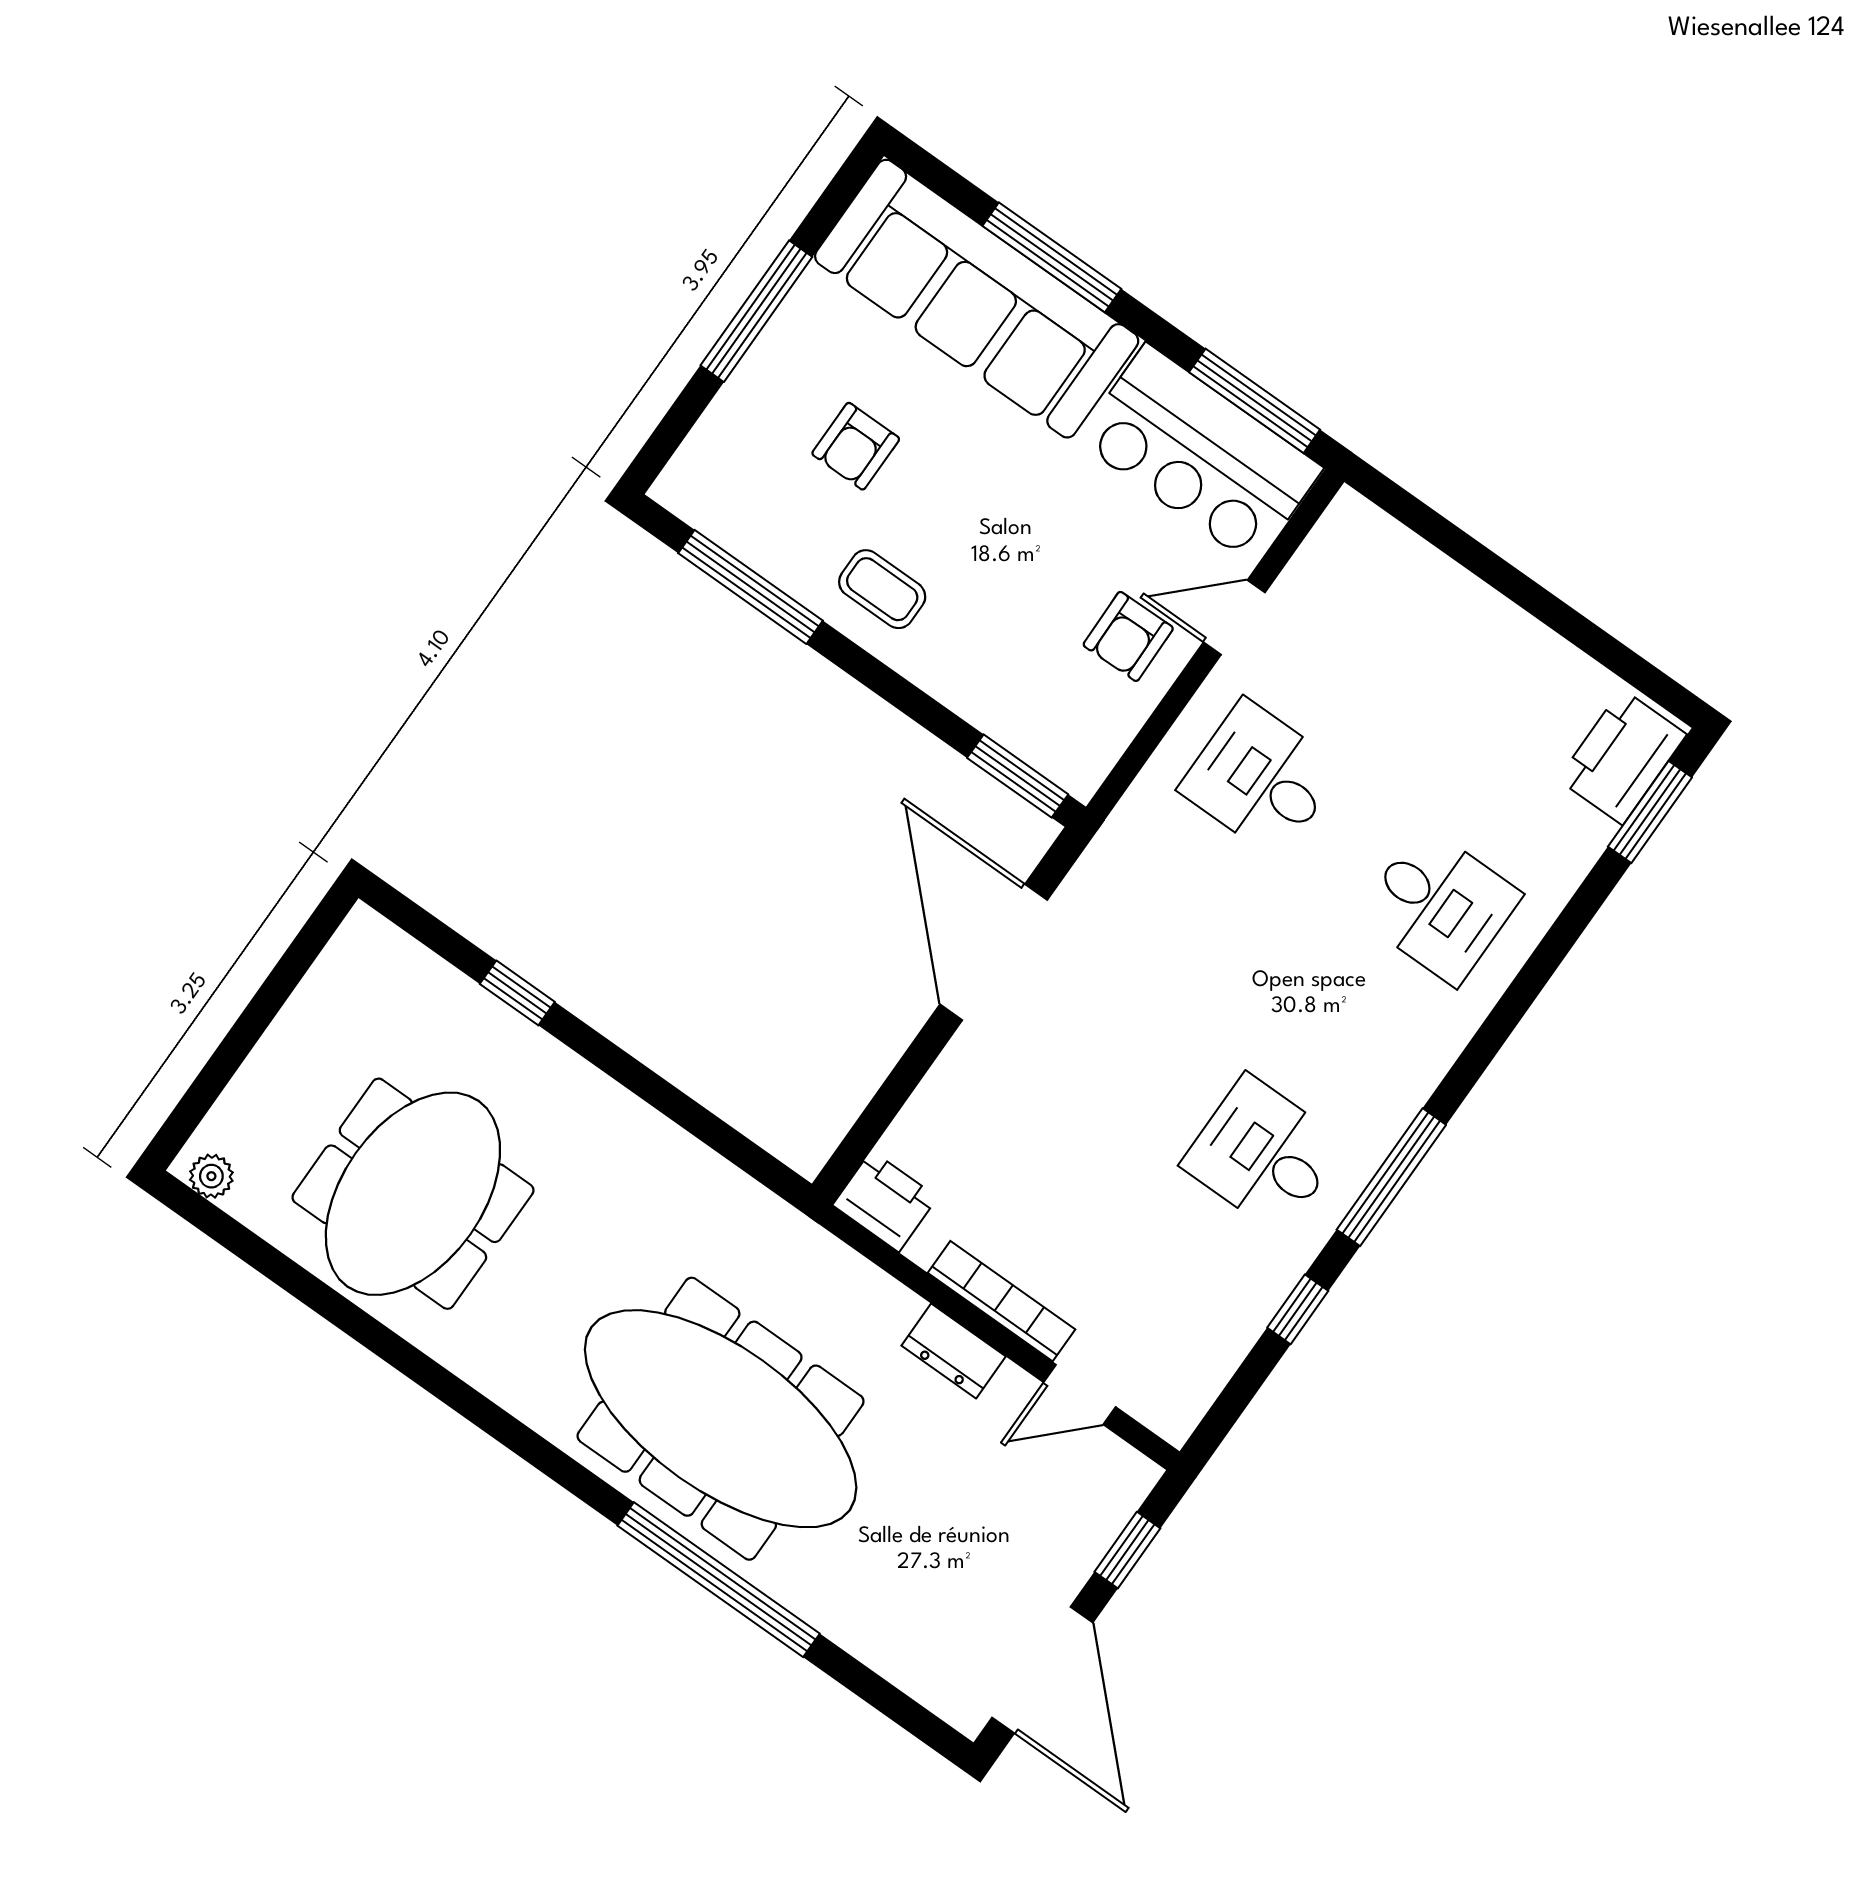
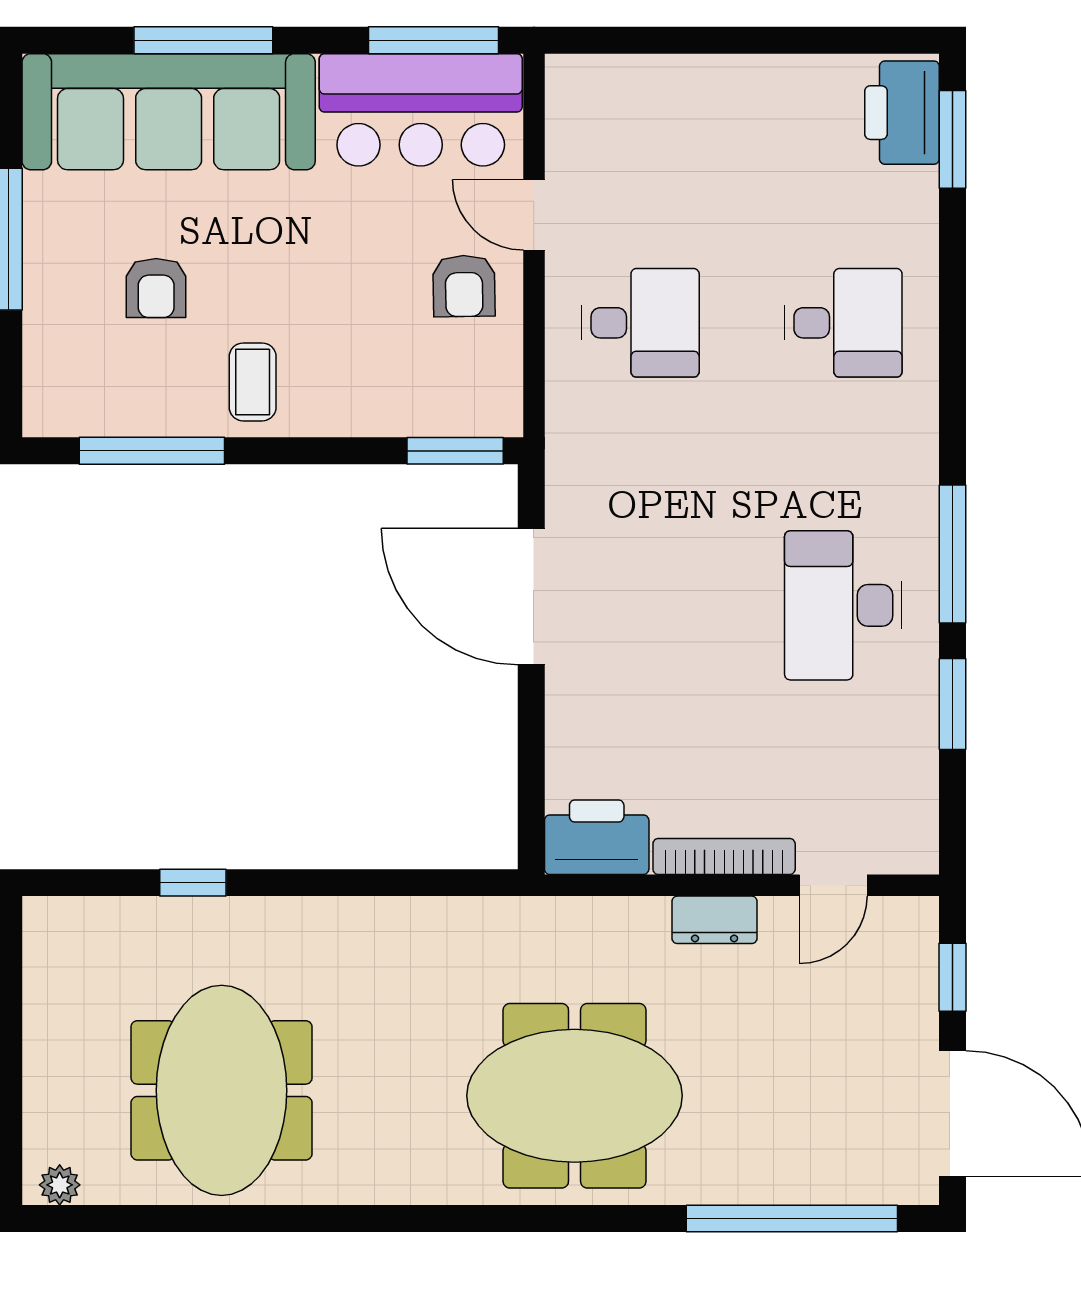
coffee table: (882, 589) -> (253, 382), turned 90
door: (1234, 617) -> (534, 215), hinge flipped
desk: (1261, 779) -> (640, 323), turned 180
desk: (1263, 1154) -> (843, 605), width x1.37
printer: (885, 1201) -> (597, 837), width x1.37, depth x1.19
window: (1298, 1309) -> (952, 704), width x1.50
meeting table: (721, 1419) -> (575, 1096), width x0.73
window: (719, 1580) -> (792, 1218), moved

